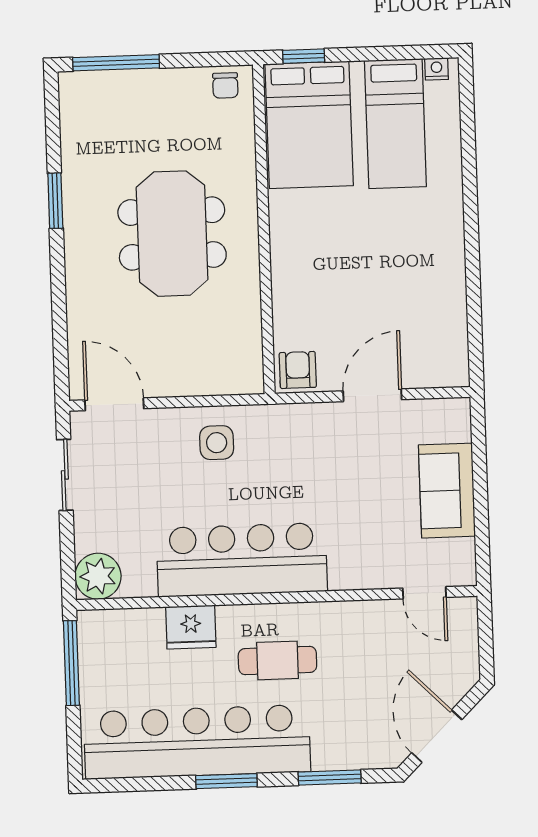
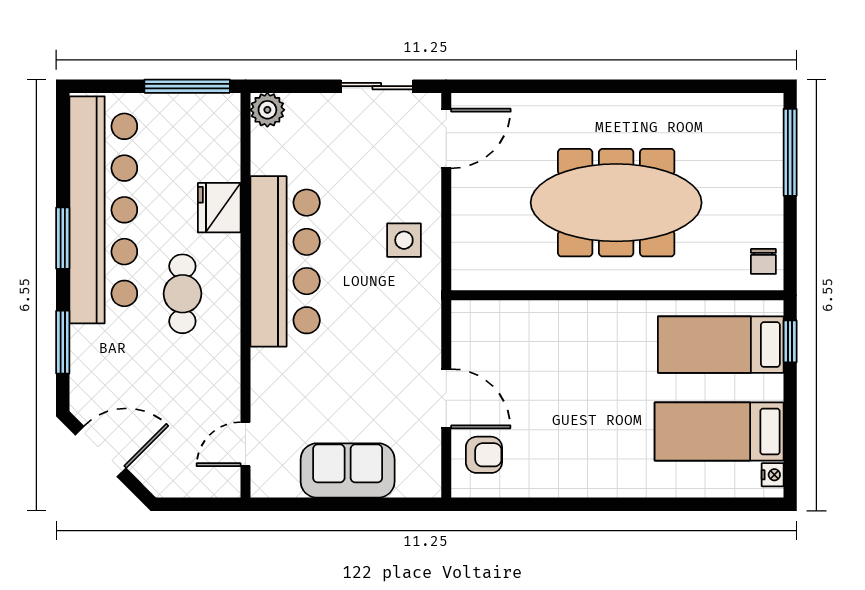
chair: (225, 85) -> (763, 261), turned -90
bed: (309, 125) -> (721, 345), width x0.67
window: (55, 201) -> (653, 86), removed
meeting table: (172, 234) -> (616, 203), width x1.36
armchair: (298, 370) -> (484, 455), moved
plant: (98, 576) -> (267, 110), width x0.73, depth x0.73

